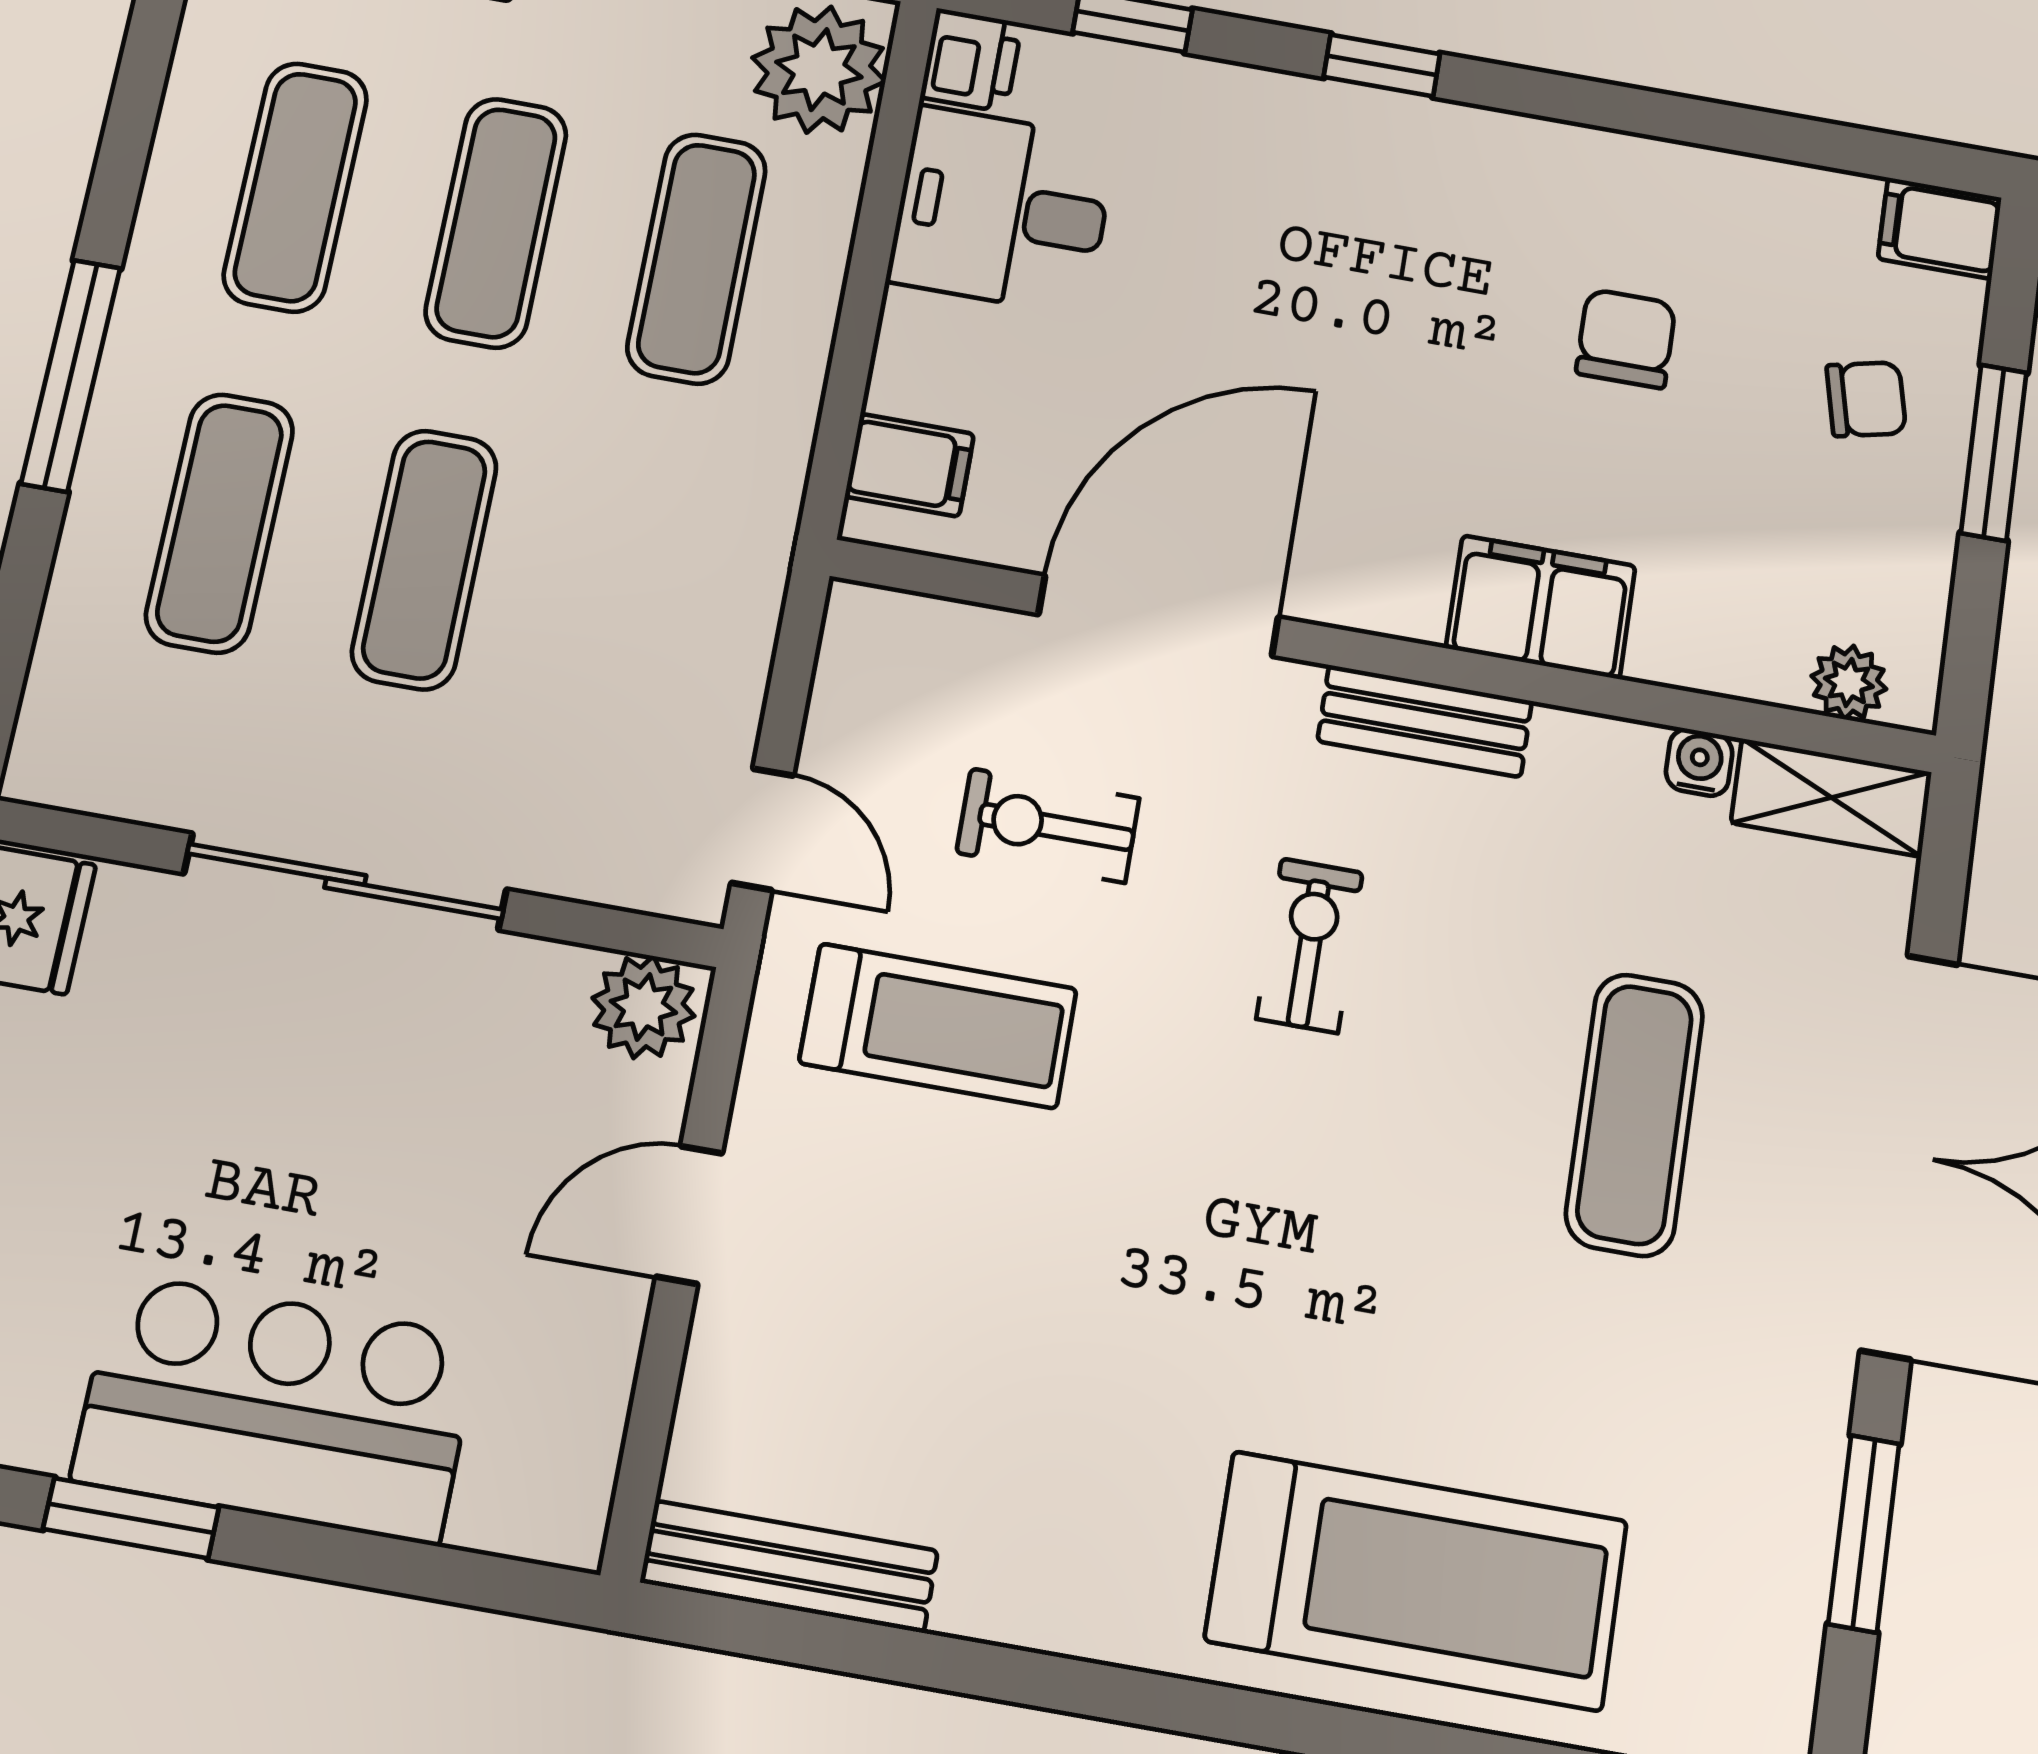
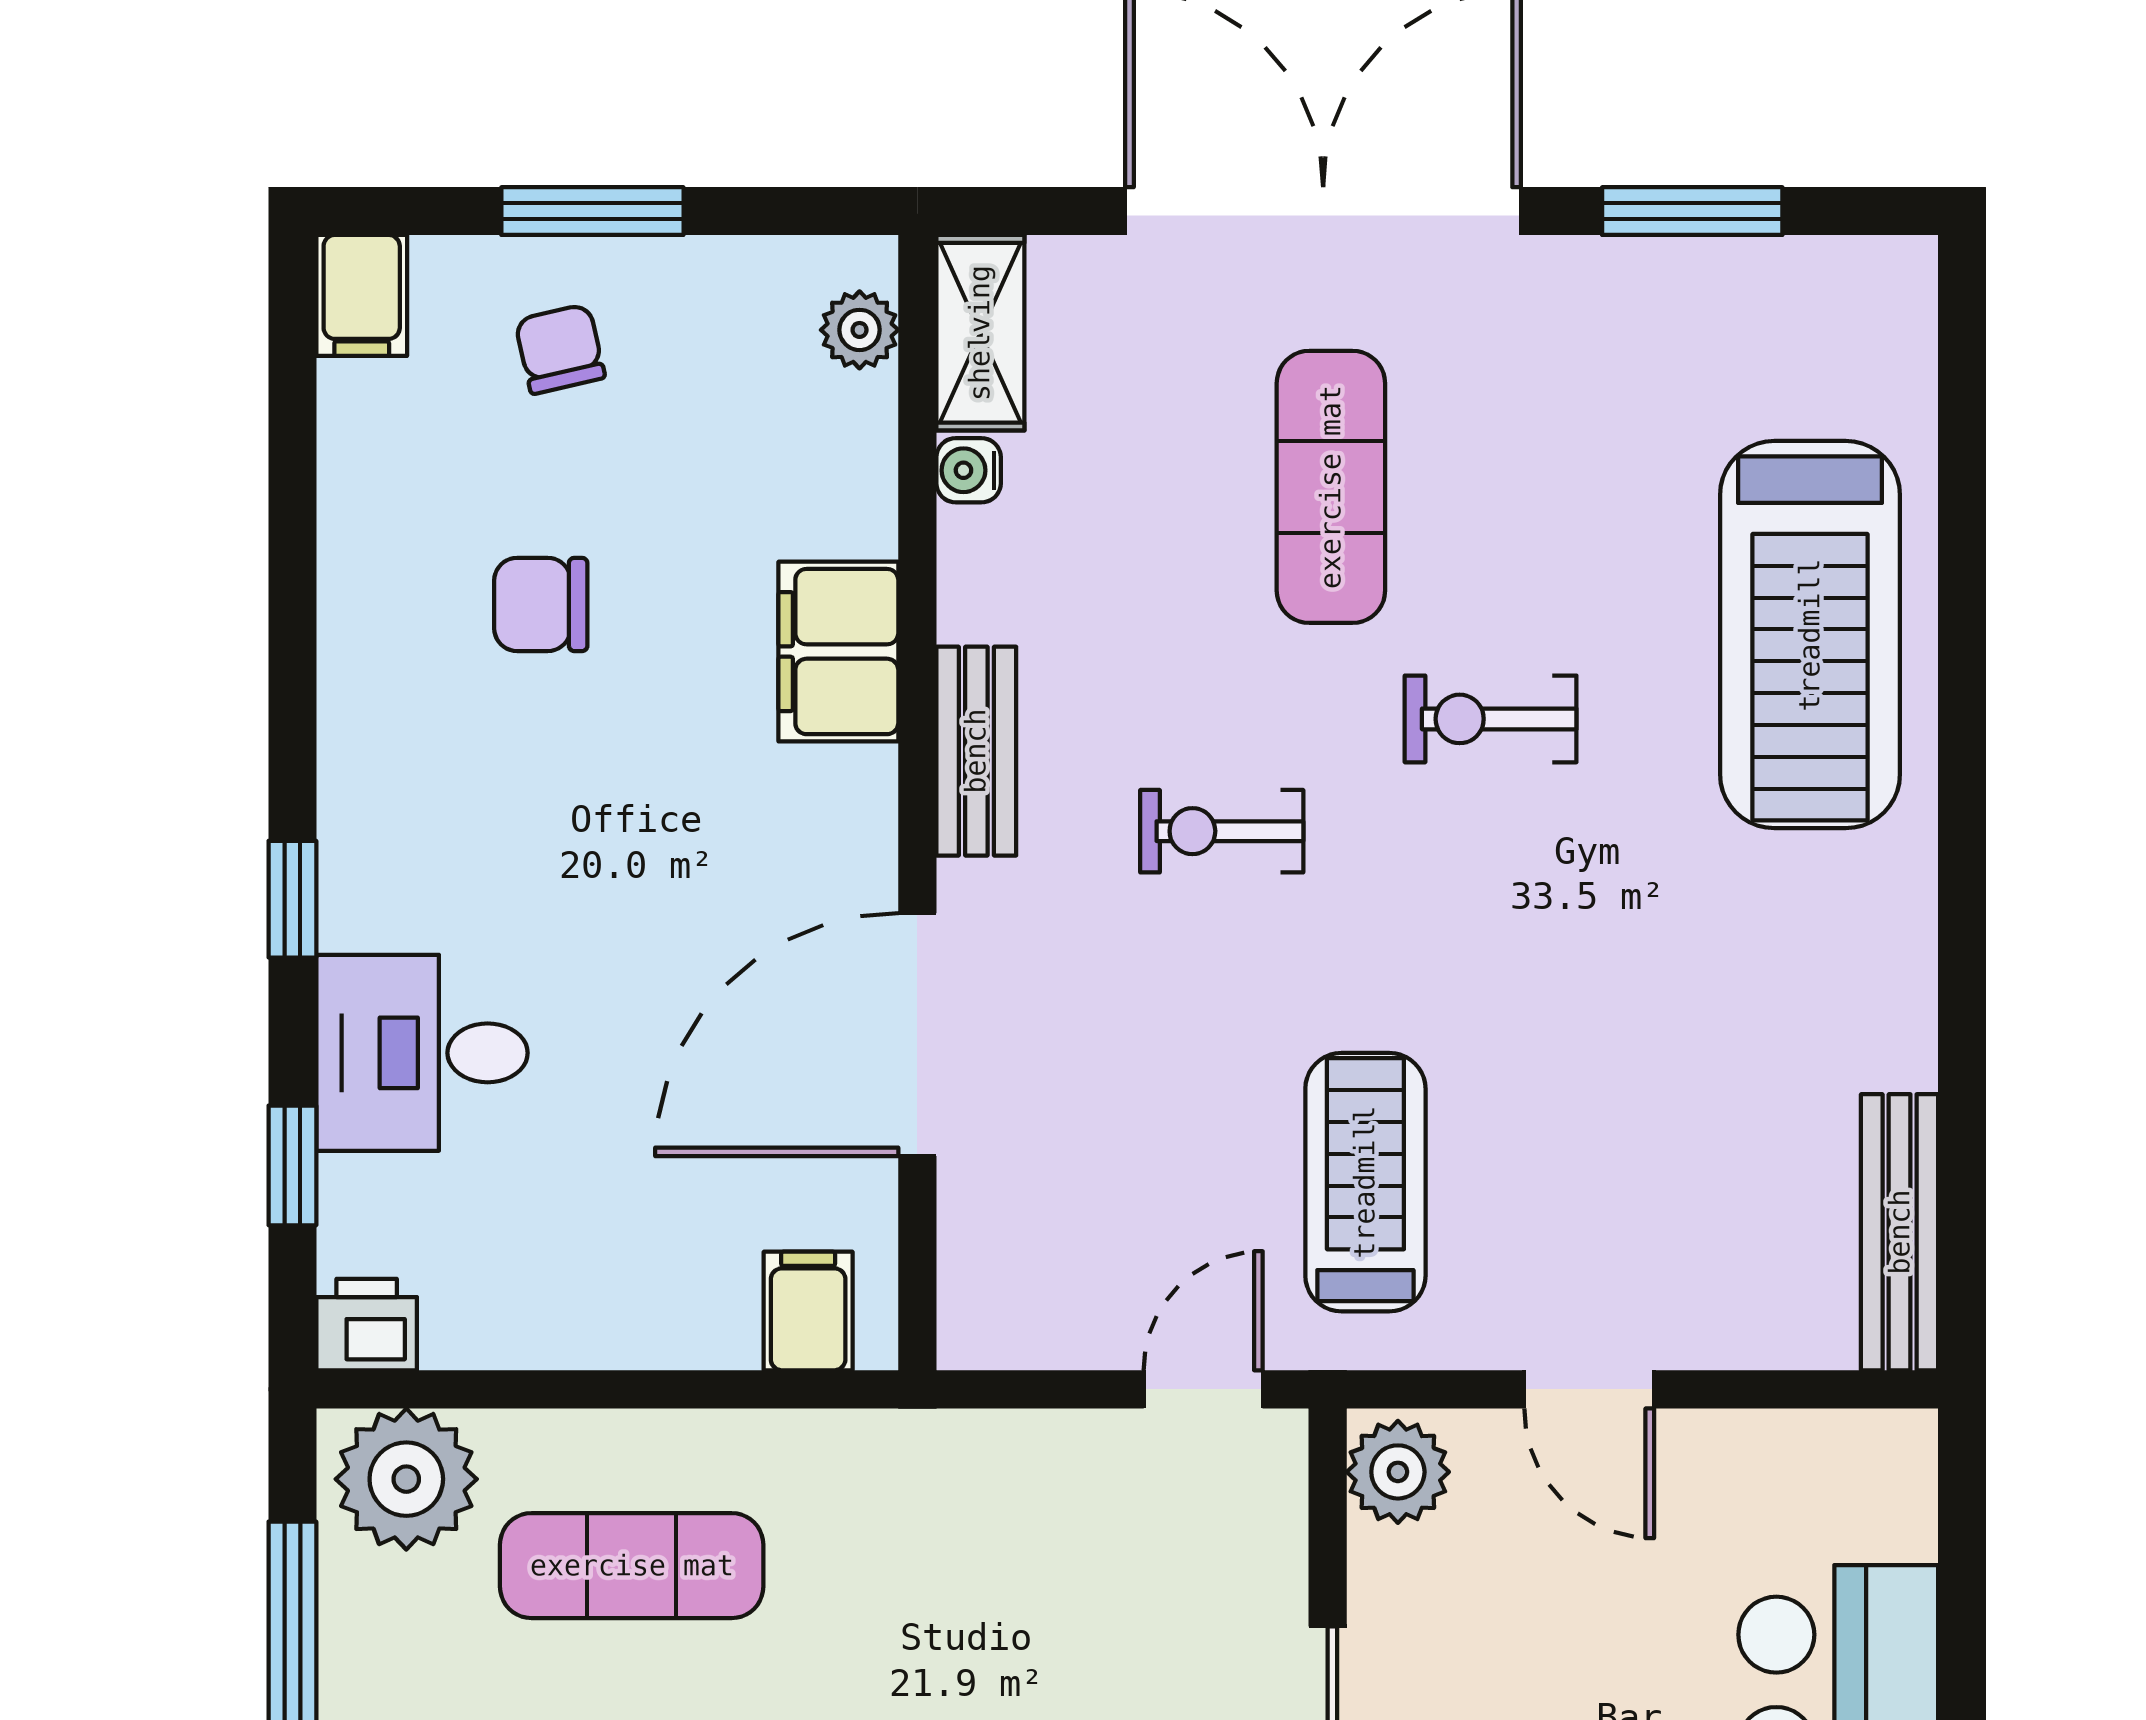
desk: (1002, 210) -> (422, 1053), moved, turned 90
door: (1158, 616) -> (917, 1035), hinge flipped
exercise bike: (1048, 826) -> (1491, 719), moved, turned 90
exercise mat: (1635, 1115) -> (1331, 487), turned 90
treadmill: (1417, 1581) -> (1810, 635), turned 180

